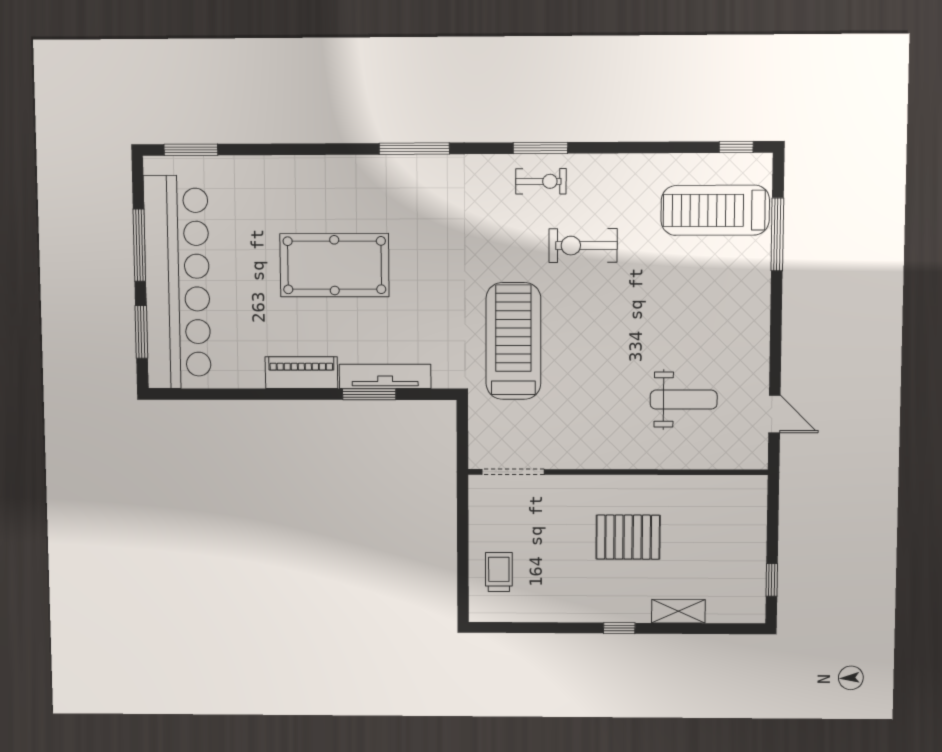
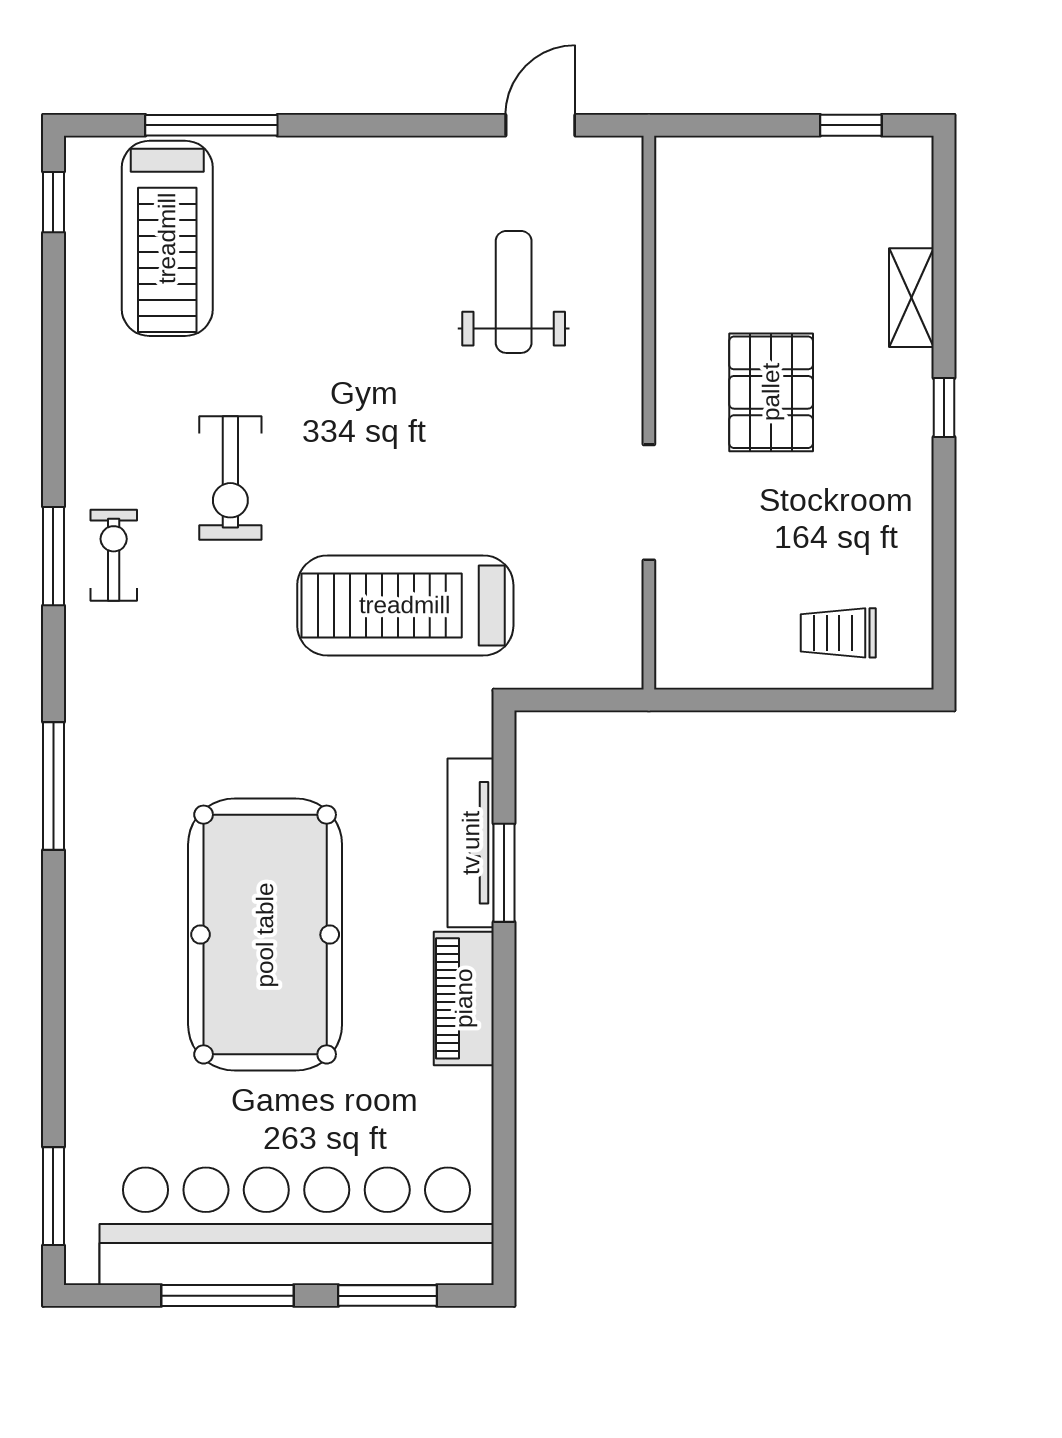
pool table: (334, 265) -> (265, 935), width x1.36, depth x1.32
doorway: (513, 472) -> (649, 502), moved

